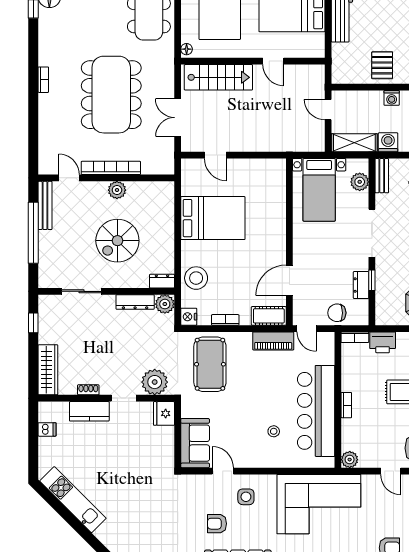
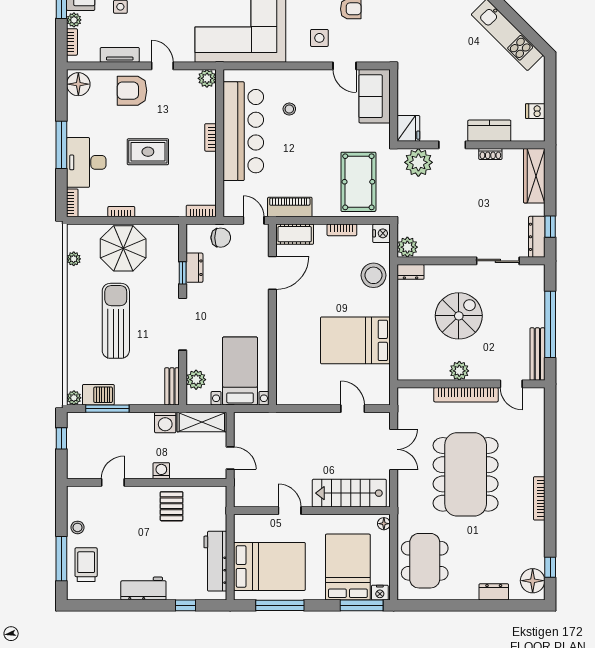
bookcase: (43, 80) -> (539, 498), width x1.56
dresser: (135, 302) -> (537, 237), moved, turned -90
printer: (383, 342) -> (171, 206), removed

